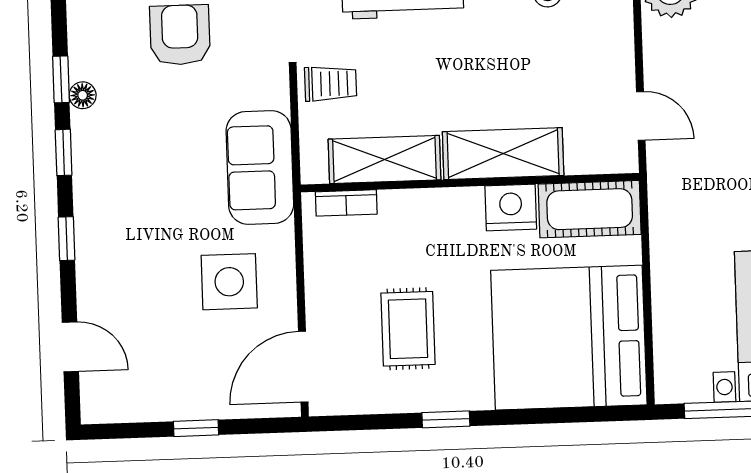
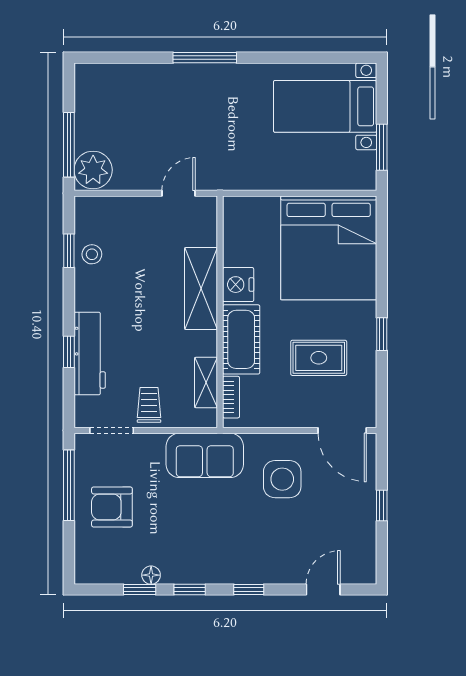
shelving: (385, 159) -> (206, 383), width x0.67, depth x0.75
cot: (590, 209) -> (241, 339), moved

